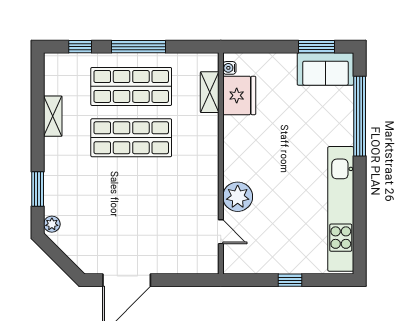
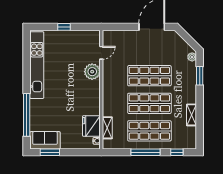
shop shelf: (131, 189) -> (149, 76), added
door: (221, 232) -> (101, 53), swing flipped

